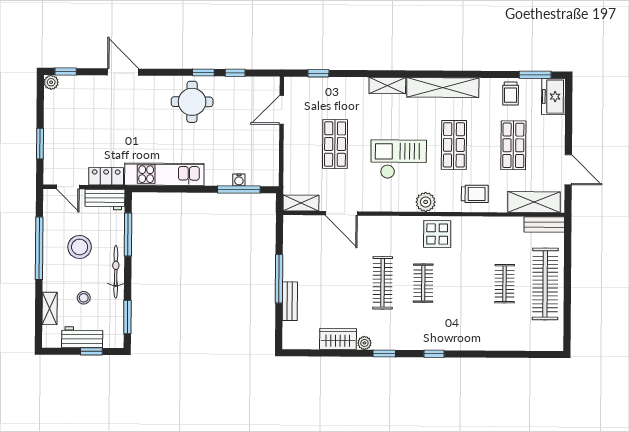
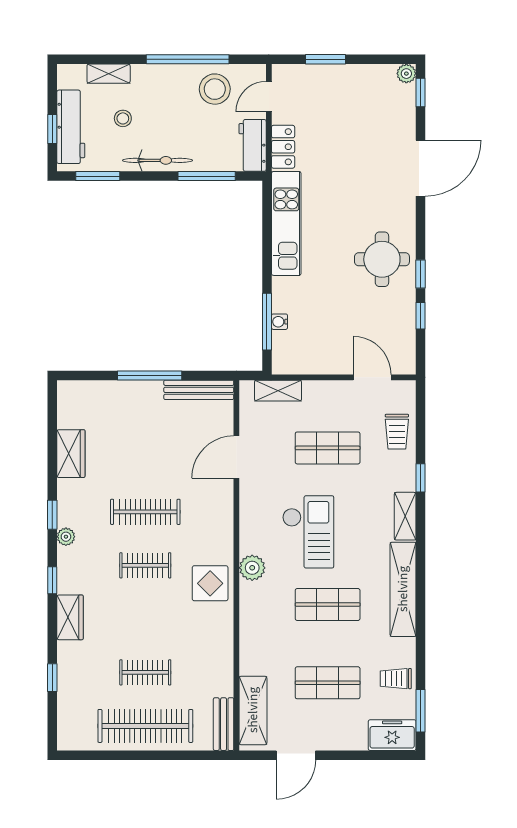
door: (123, 72) -> (421, 168), width x1.36
window: (318, 73) -> (421, 478), moved
trolley: (475, 194) -> (397, 432), moved
shelving: (301, 203) -> (278, 391), moved, turned 90
stool: (80, 247) -> (215, 89), moved
bench: (290, 301) -> (199, 390), moved, width x1.36
workbench: (82, 337) -> (71, 127), width x1.38
wardrobe: (462, 341) -> (70, 617), added
plant: (364, 343) -> (66, 537), moved
window: (508, 354) -> (52, 678), added

